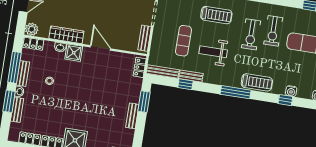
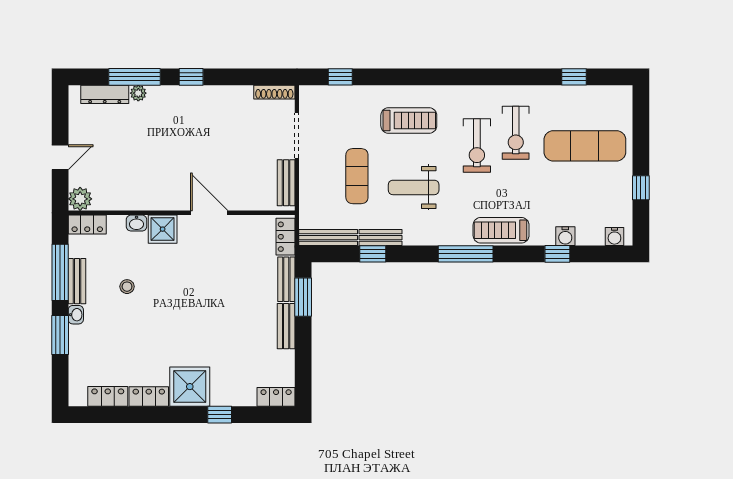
wardrobe: (66, 35) -> (144, 199), removed
treadmill: (257, 82) -> (501, 230), turned 180
bench: (17, 110) -> (286, 279), moved

